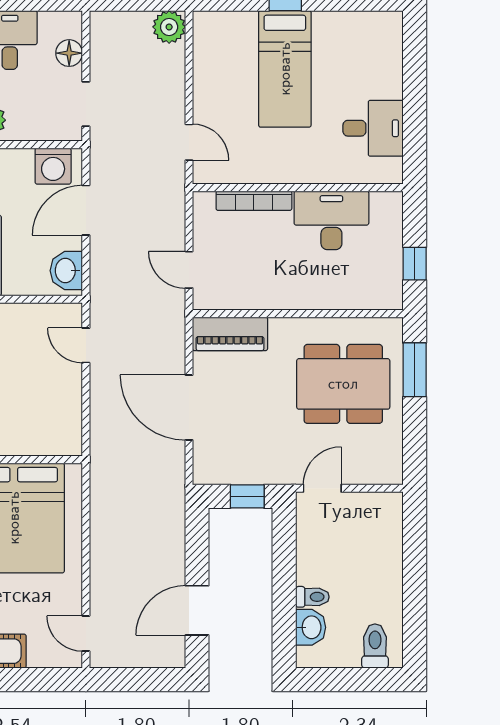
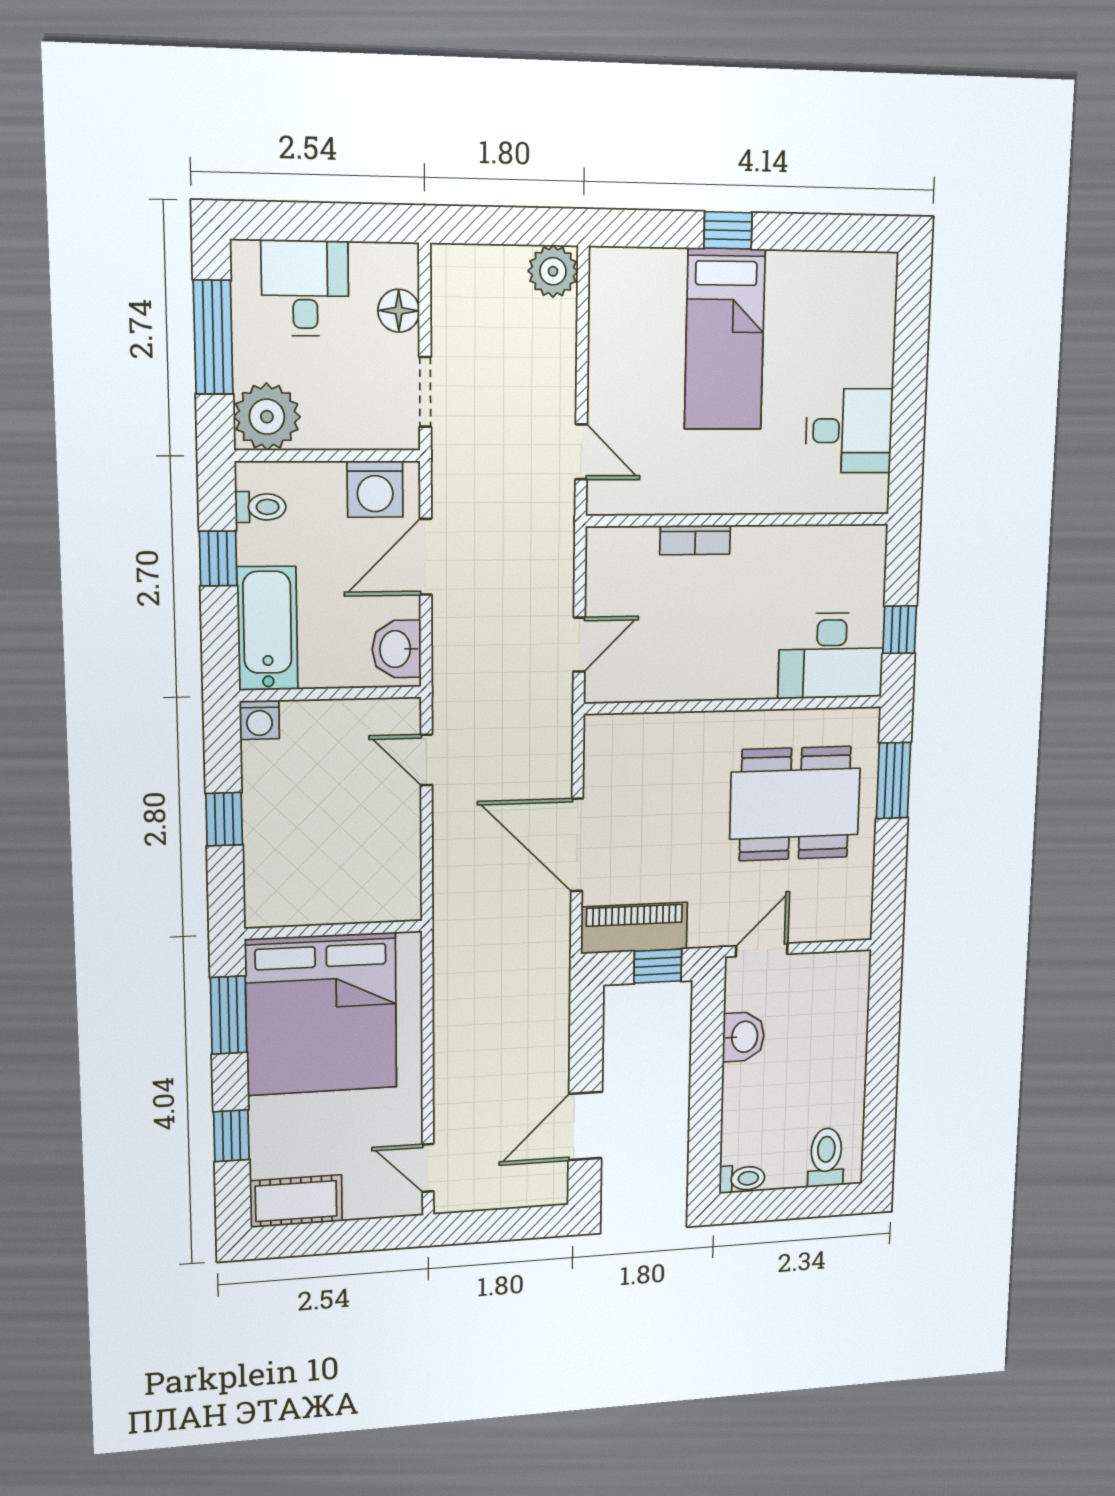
bookcase: (254, 201) -> (695, 540), width x0.64
desk: (331, 220) -> (831, 656), moved, turned 180
door: (189, 270) -> (579, 645), swing flipped
piano: (230, 334) -> (634, 928), moved, turned 180
toilet: (312, 597) -> (742, 1179), moved
washbasin: (311, 627) -> (743, 1037), moved

